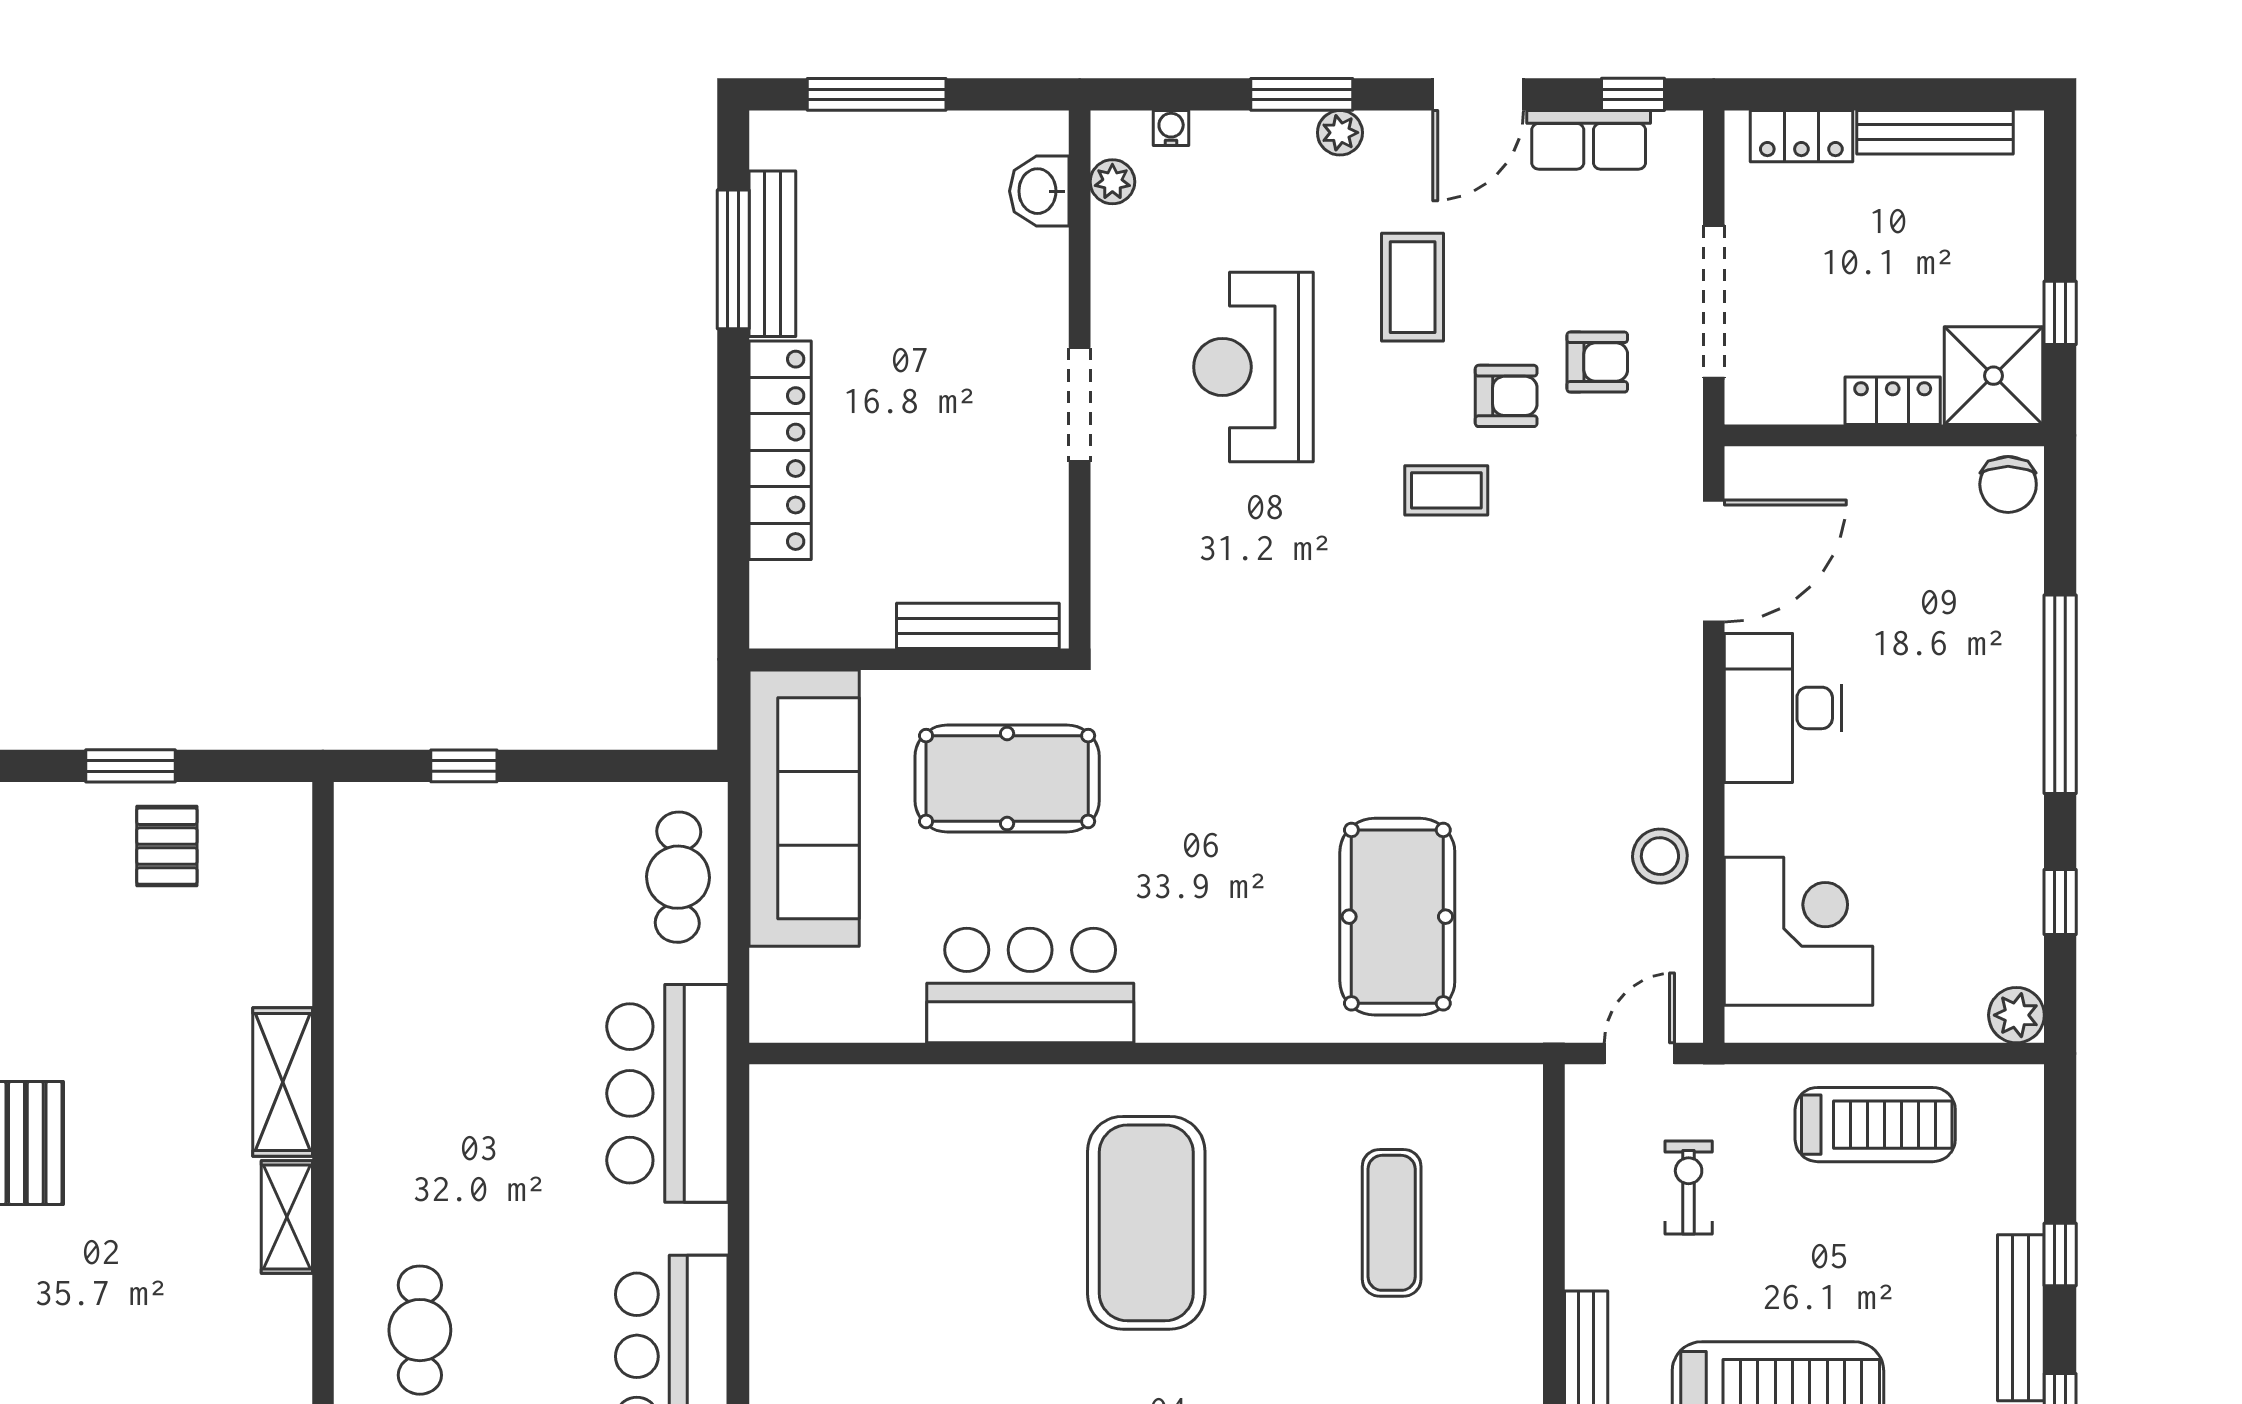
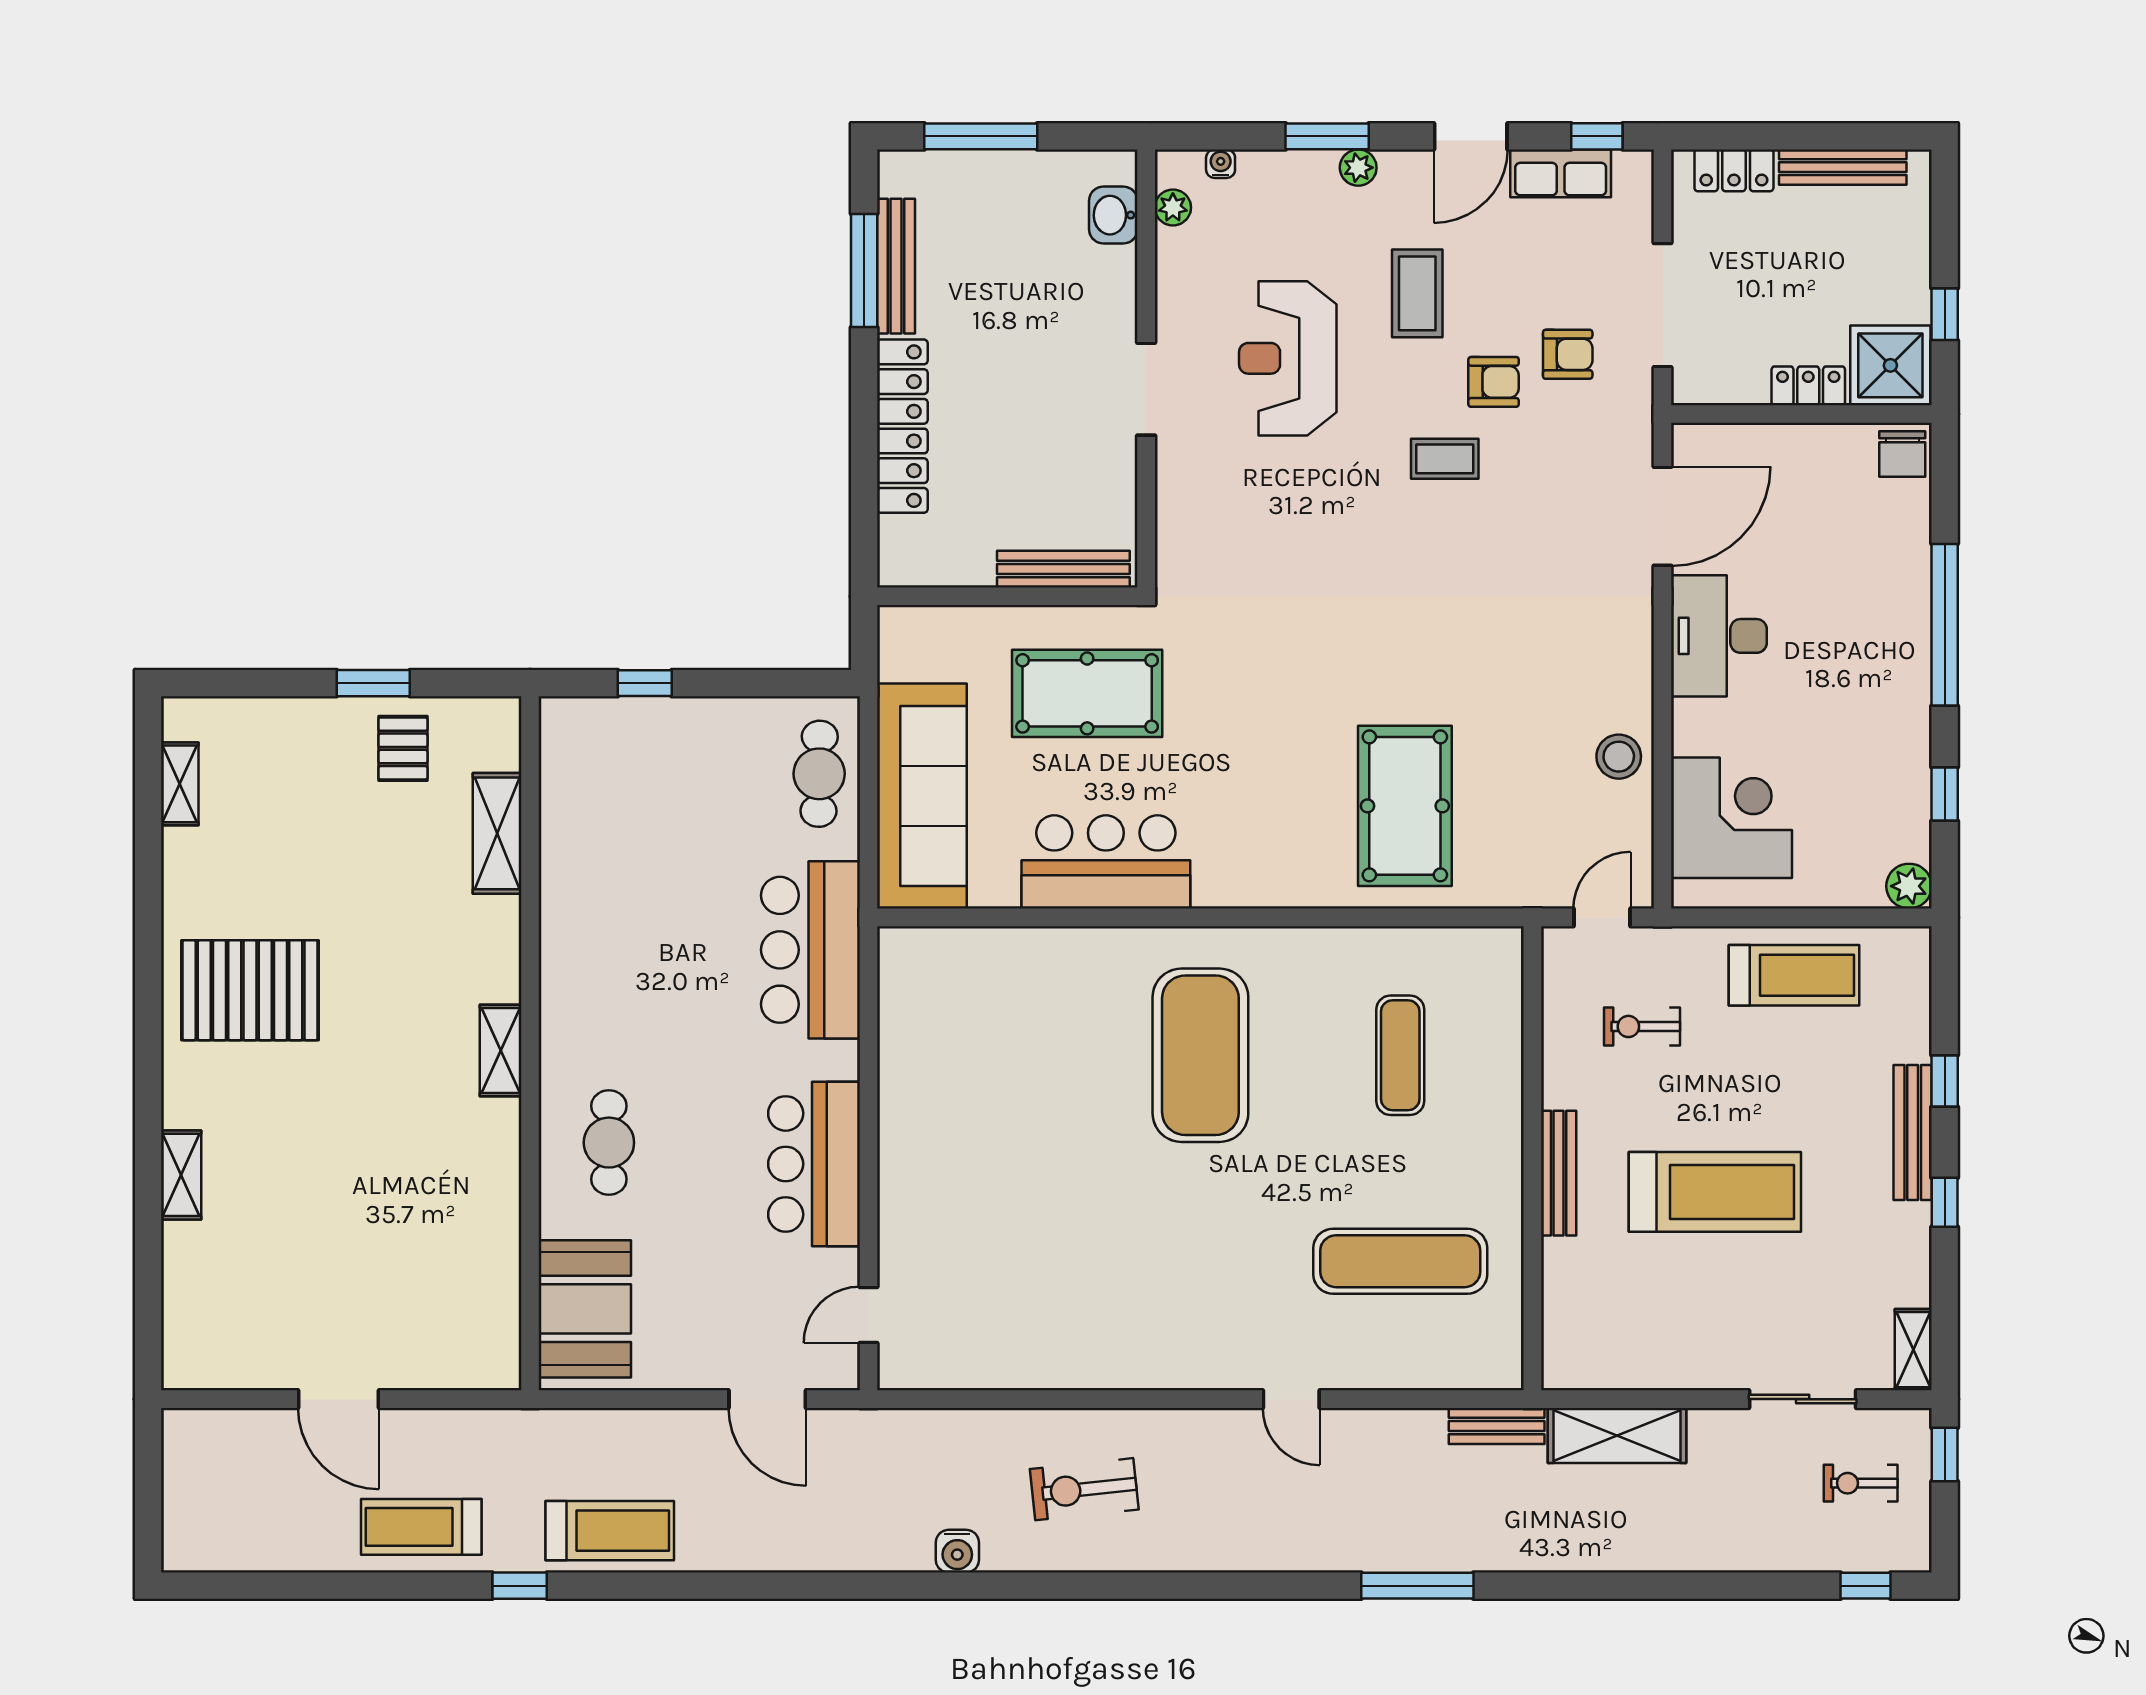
sofa: (804, 808) -> (922, 796), moved
shelving: (283, 1082) -> (497, 833), moved
exercise bike: (1689, 1188) -> (1642, 1026), turned -90

